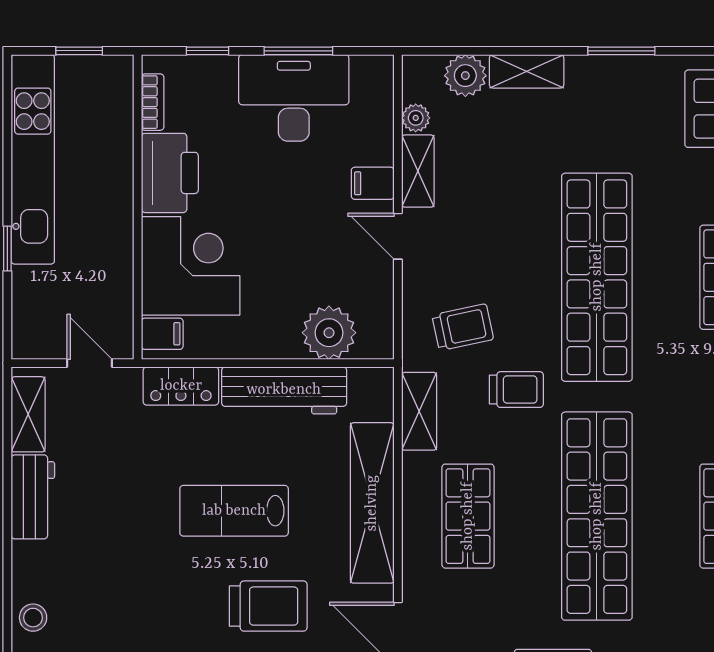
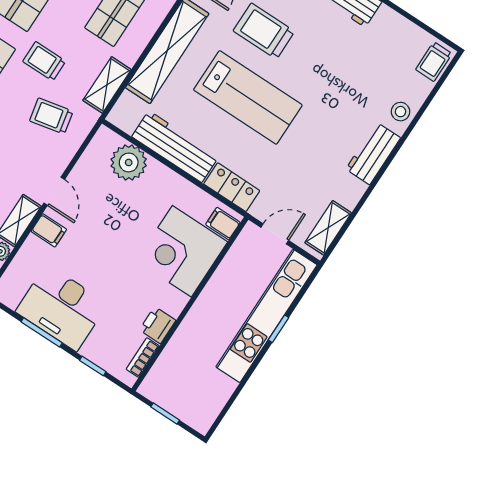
kitchen unit: (33, 159) -> (266, 316), moved
printer: (170, 173) -> (158, 325), width x0.53, depth x0.68
door: (90, 363) -> (275, 234), swing flipped
workbench: (33, 497) -> (373, 154), moved
lab bench: (234, 511) -> (248, 97), width x1.36, depth x1.39

